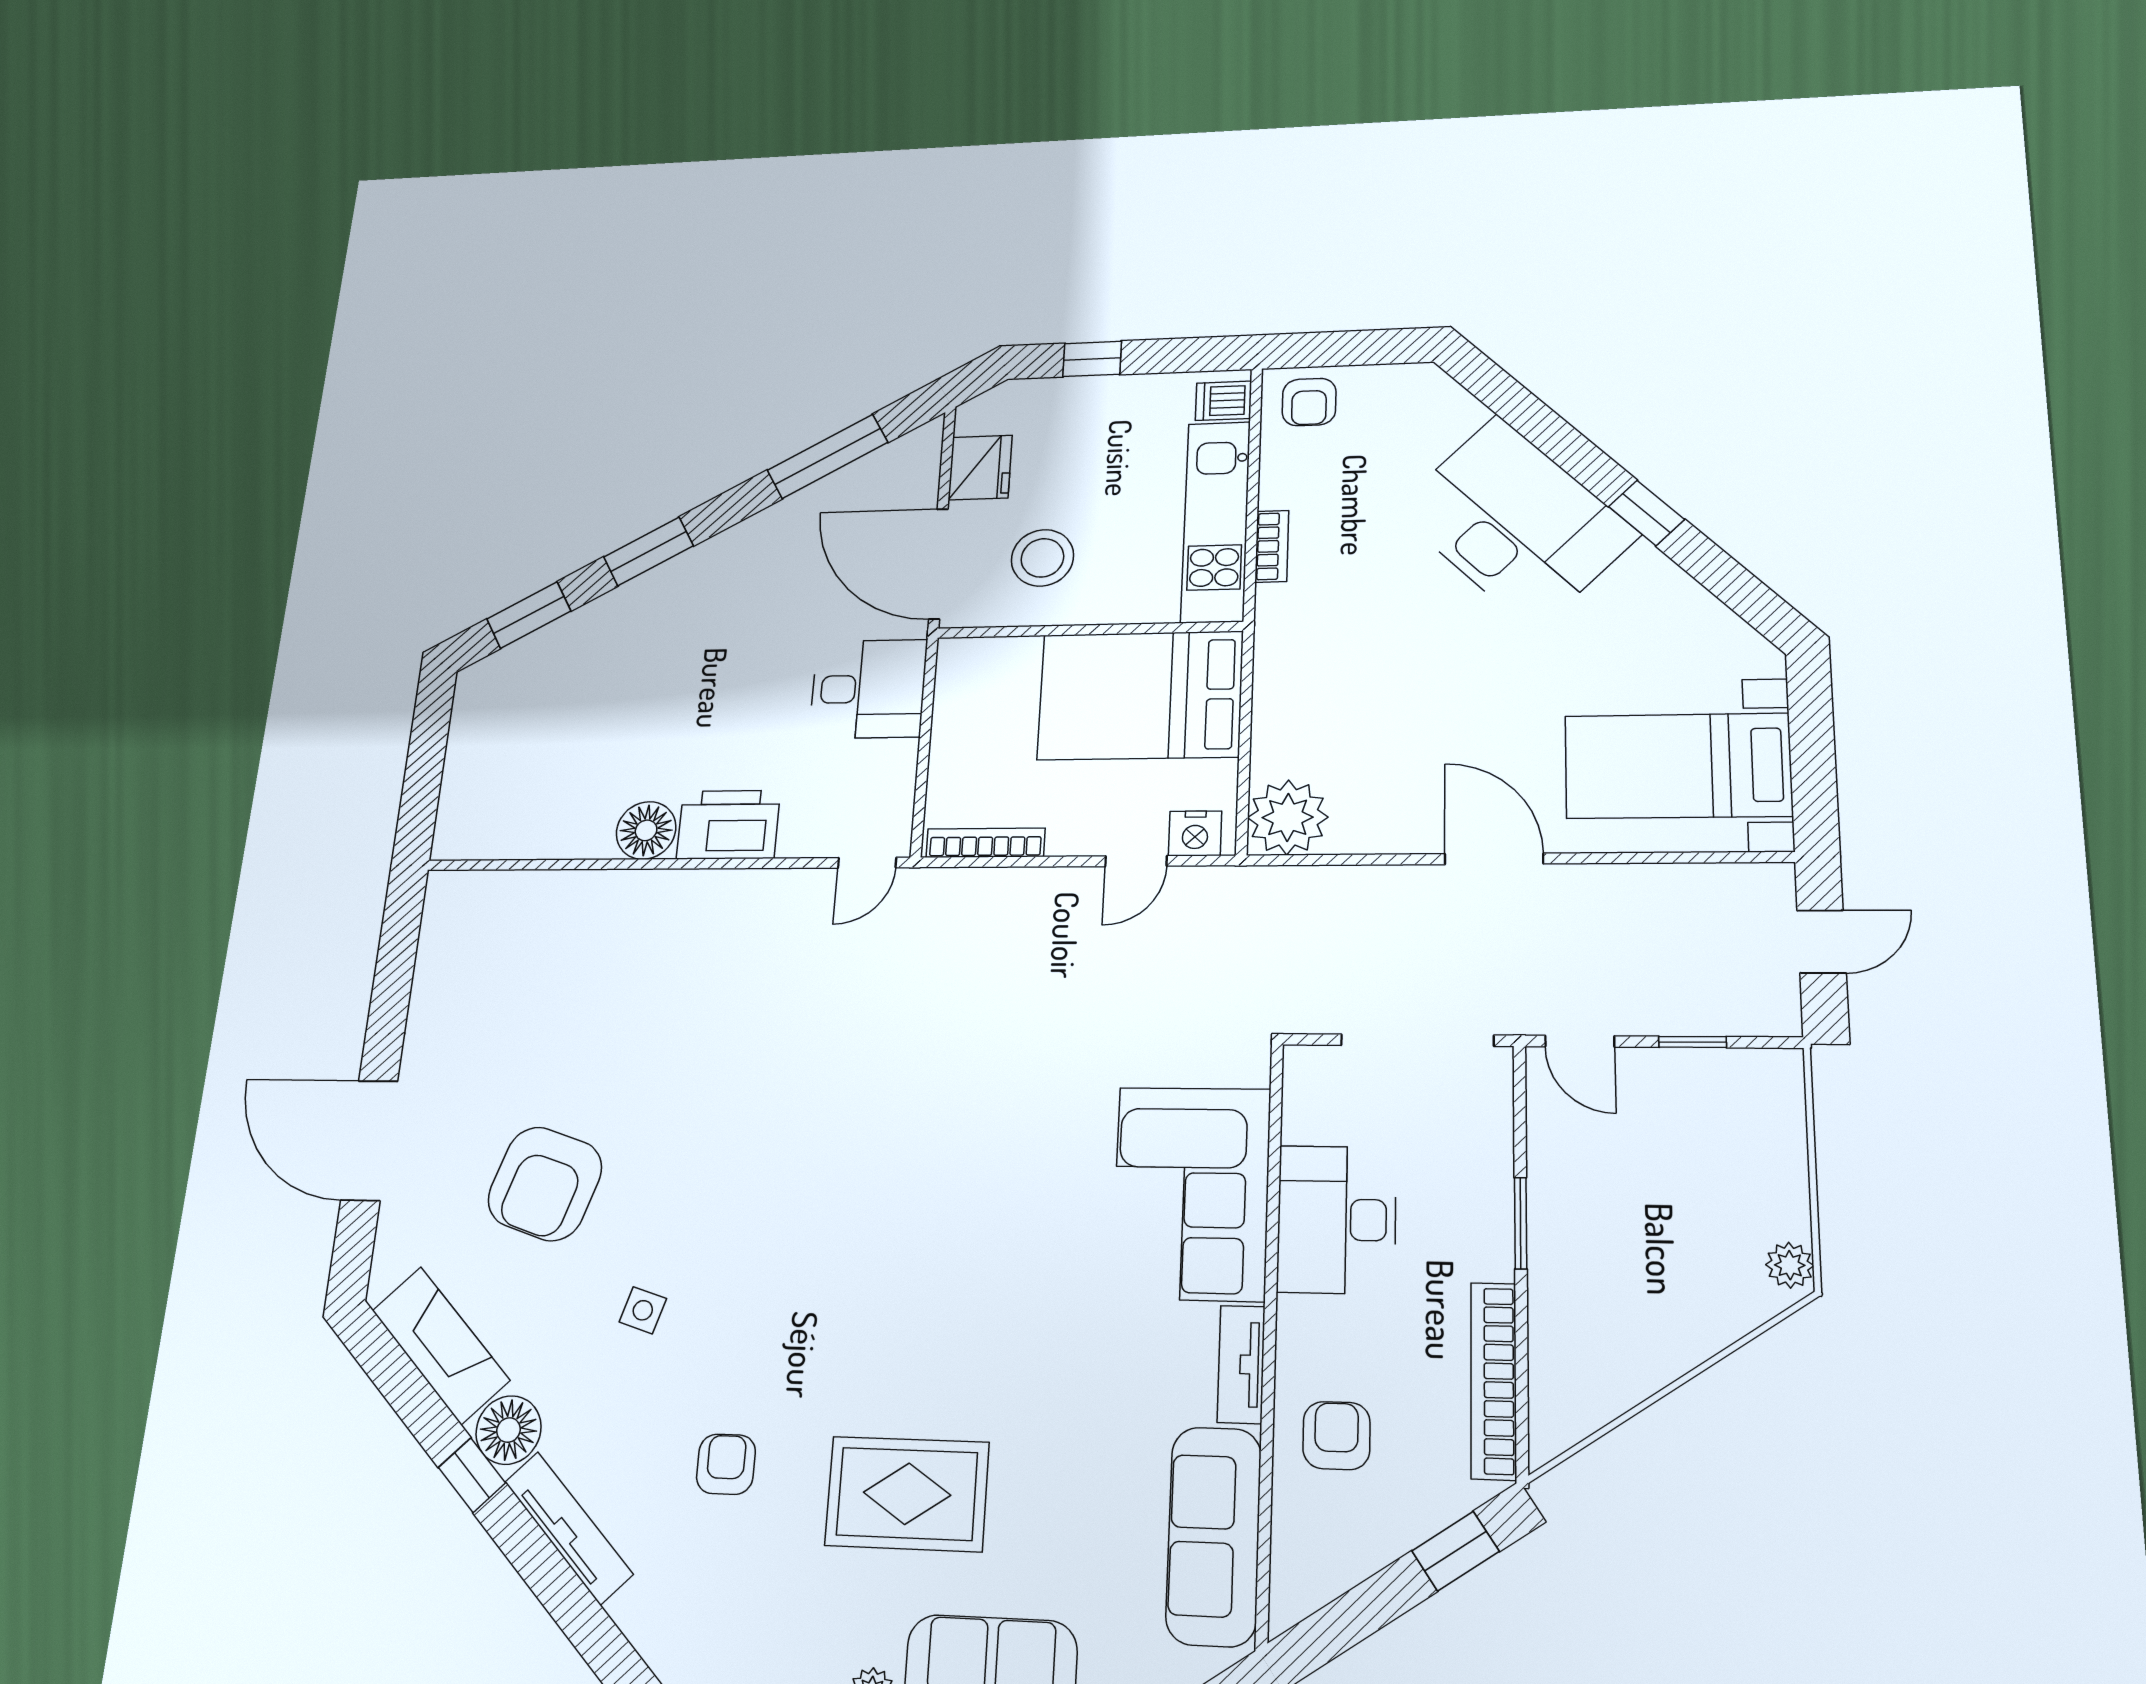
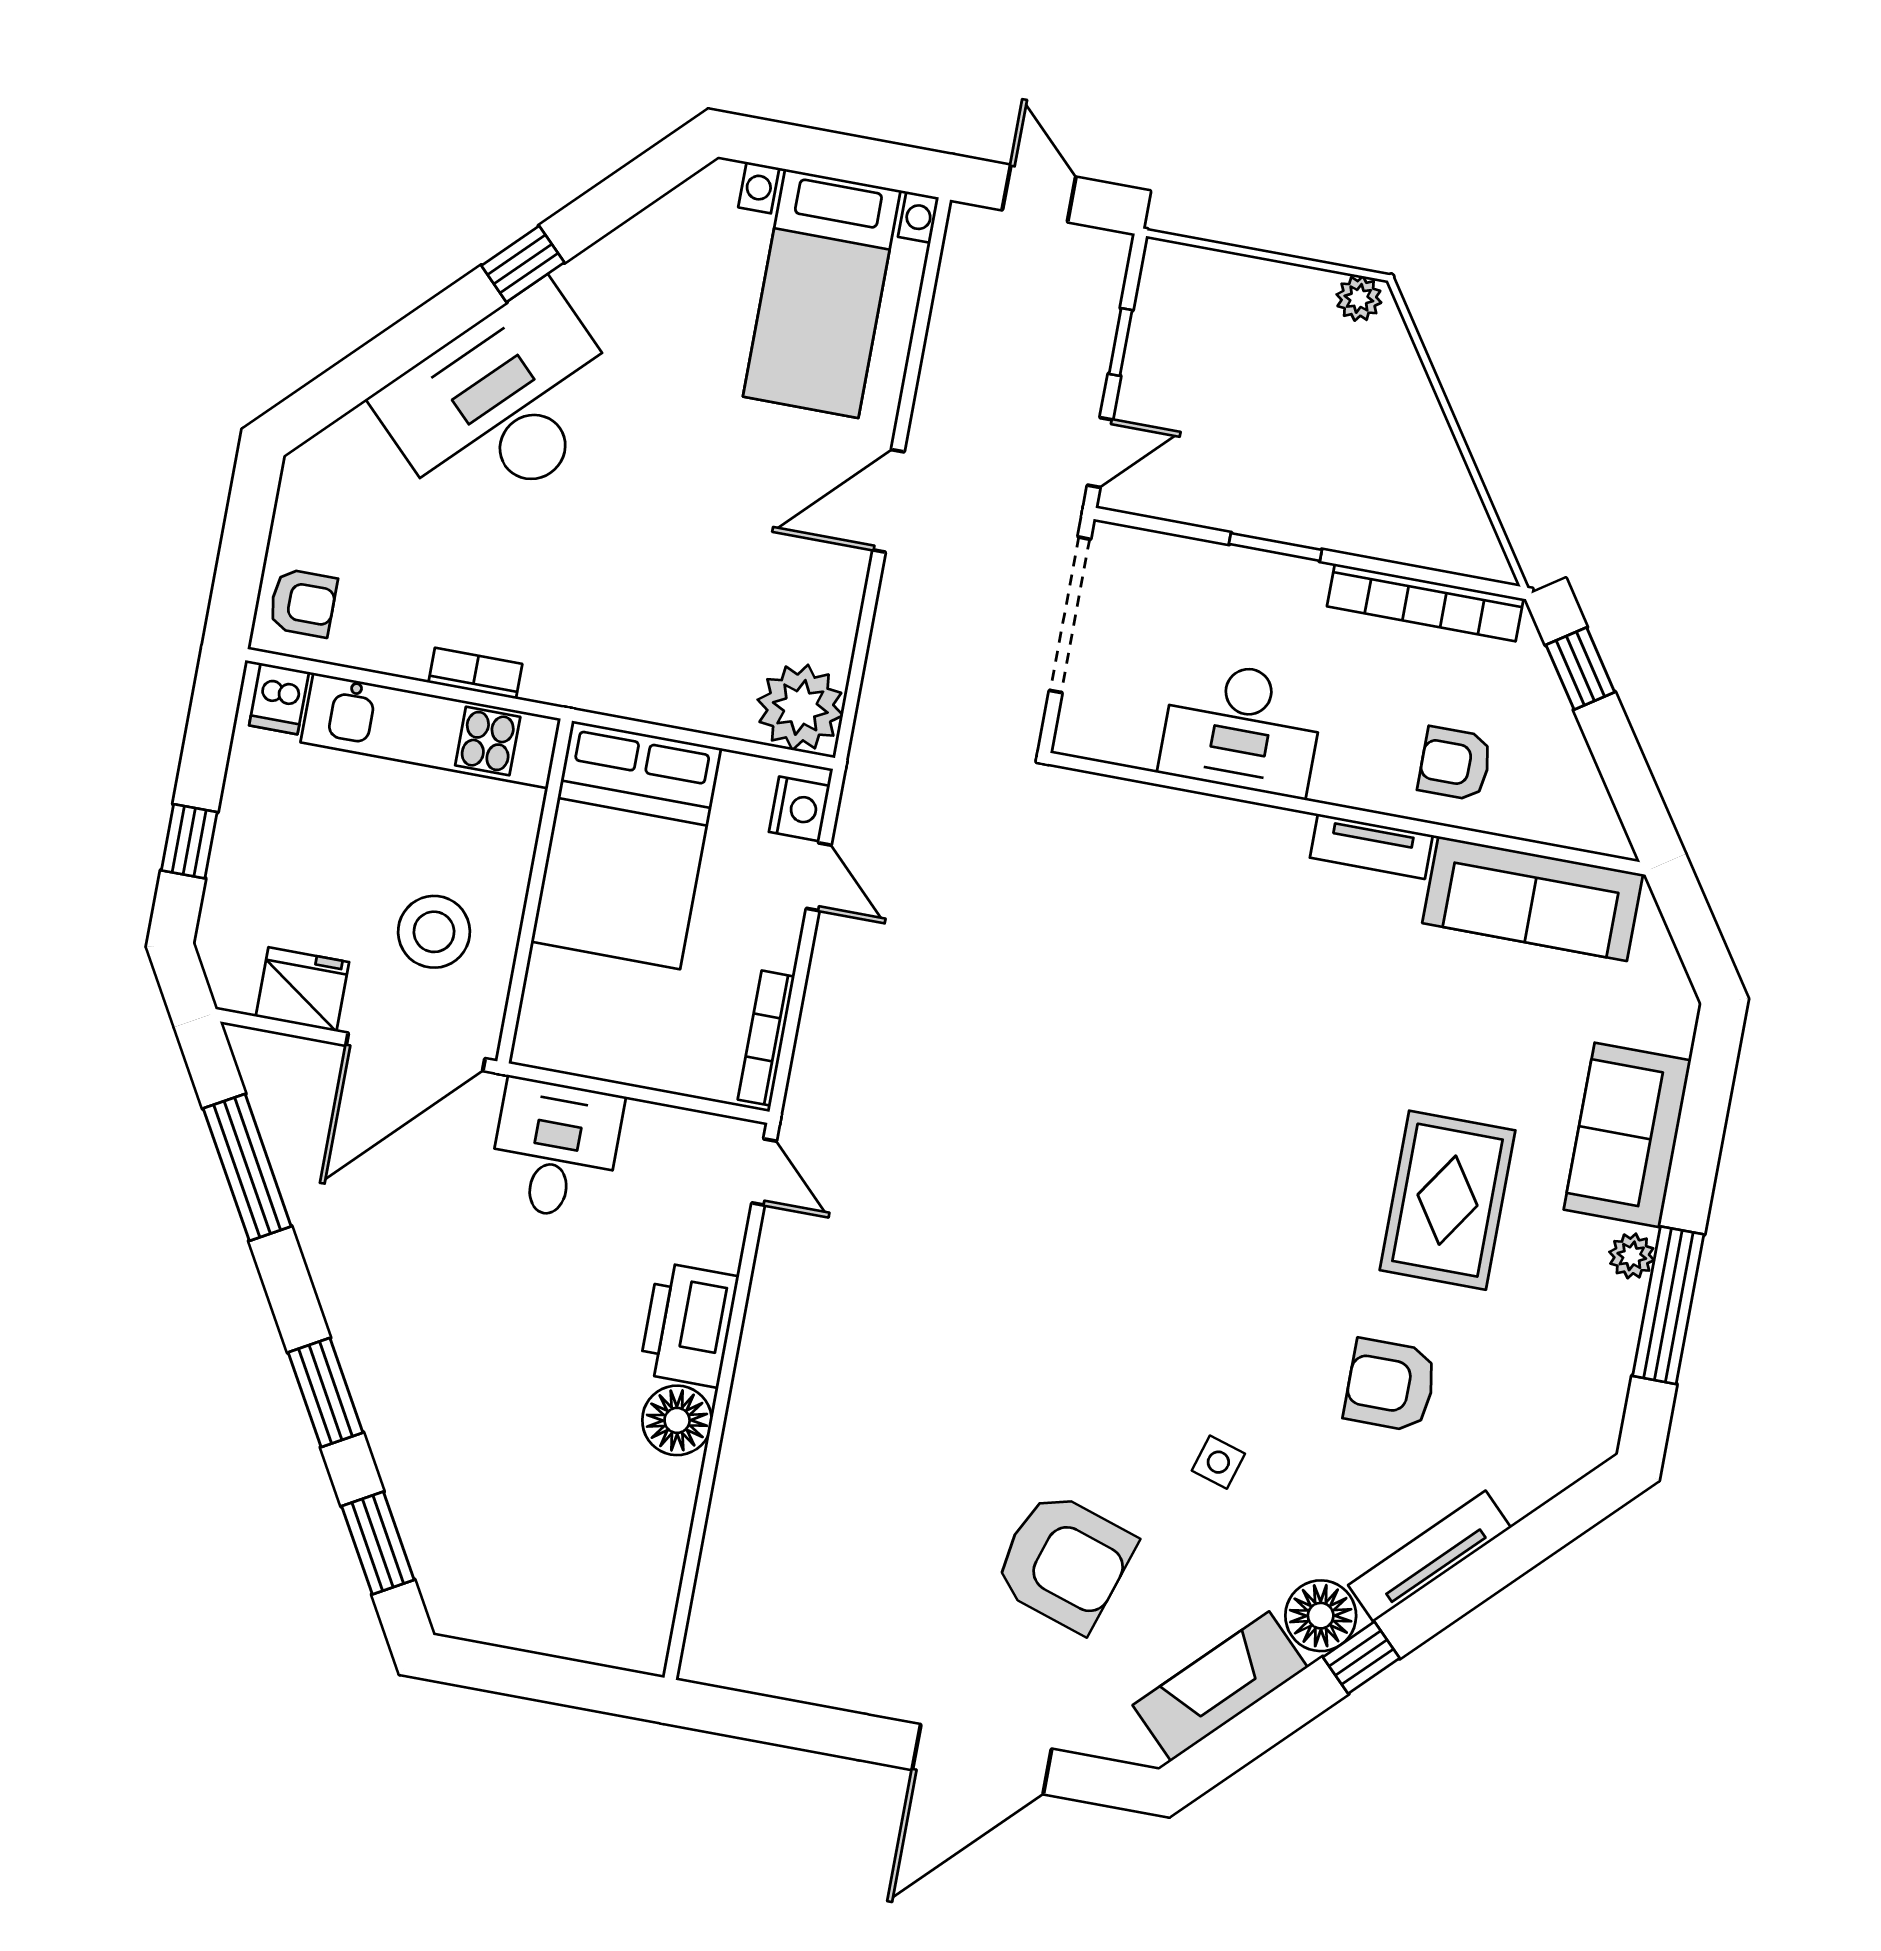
corner sofa: (1191, 1193) -> (1190, 871), removed
armchair: (726, 1464) -> (1390, 1385), width x1.38, depth x1.38

